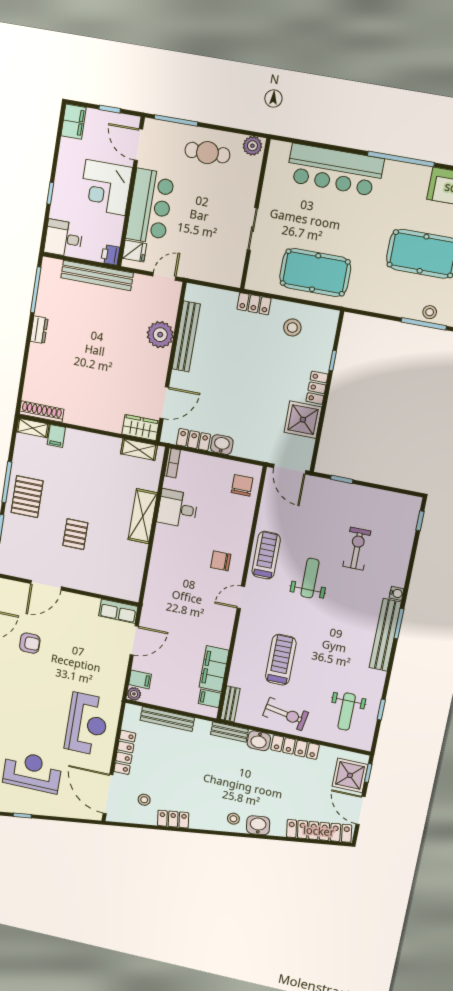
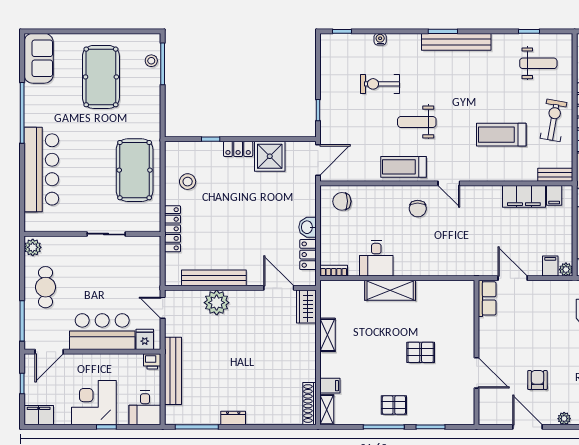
corner desk: (106, 188) -> (94, 403), moved, turned 180
locker: (254, 304) -> (173, 229), width x1.53
shelving: (139, 450) -> (327, 335), moved
pallet: (27, 497) -> (394, 405), width x0.67, depth x0.71
water cooler: (397, 593) -> (380, 39), moved

